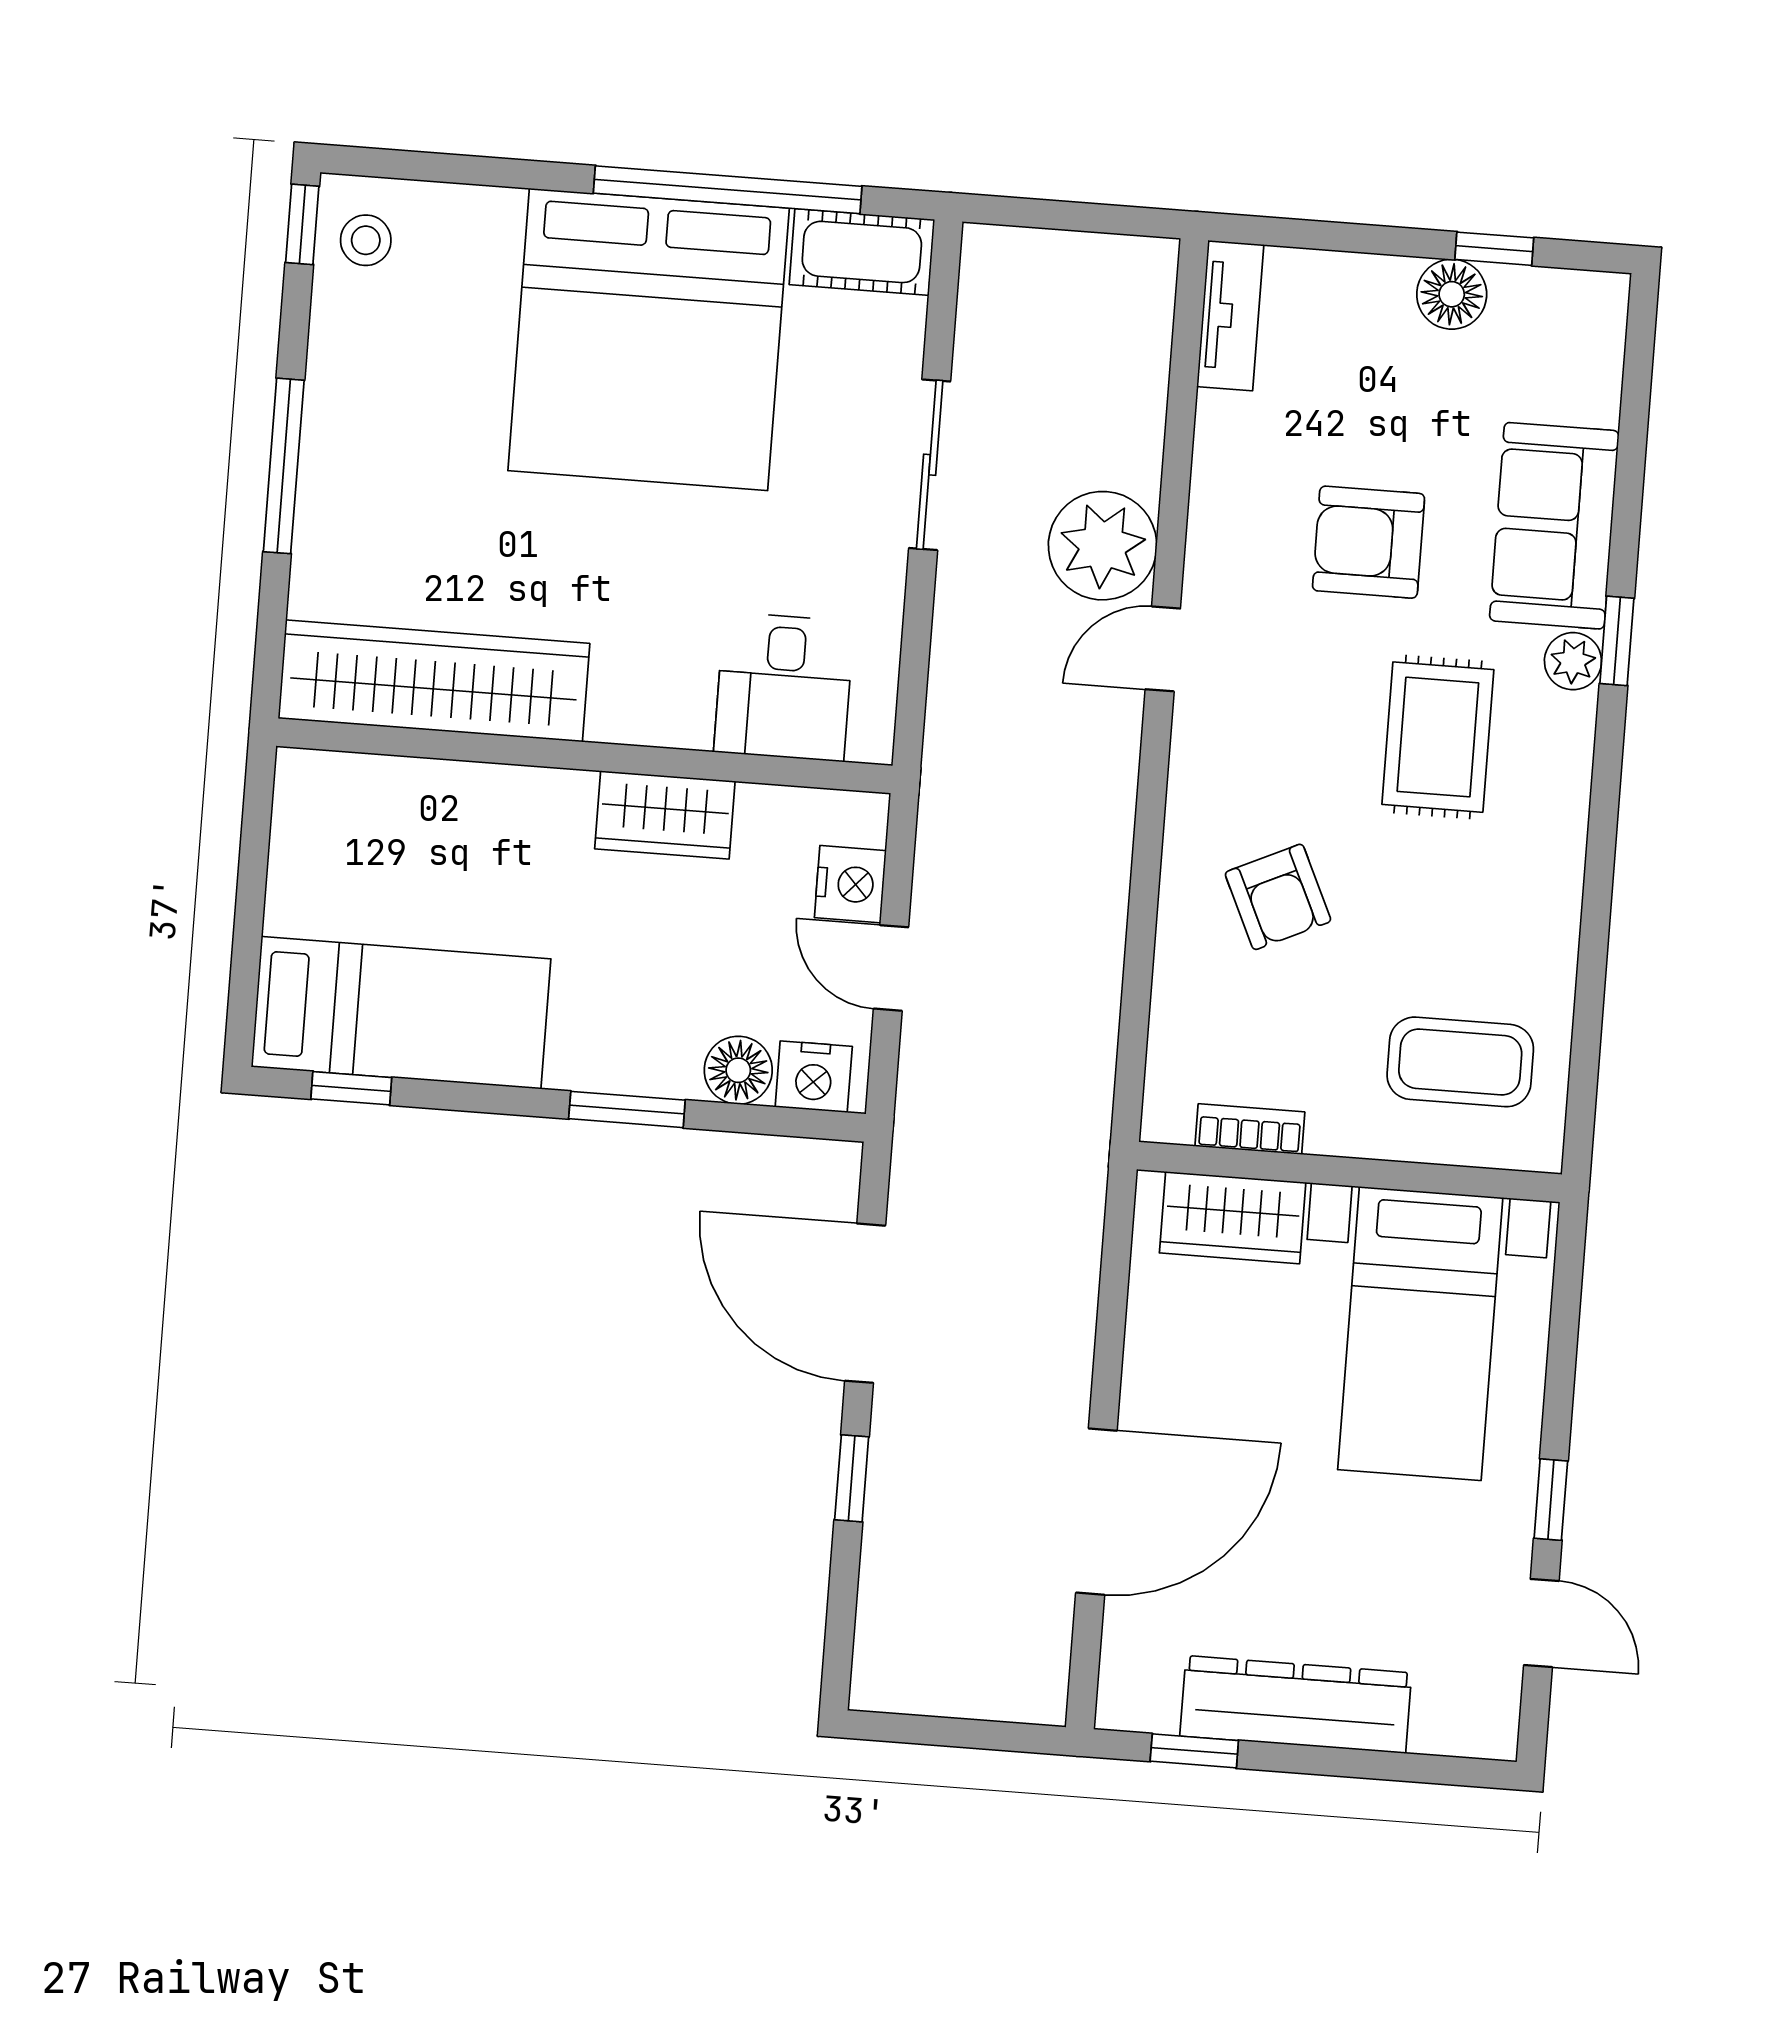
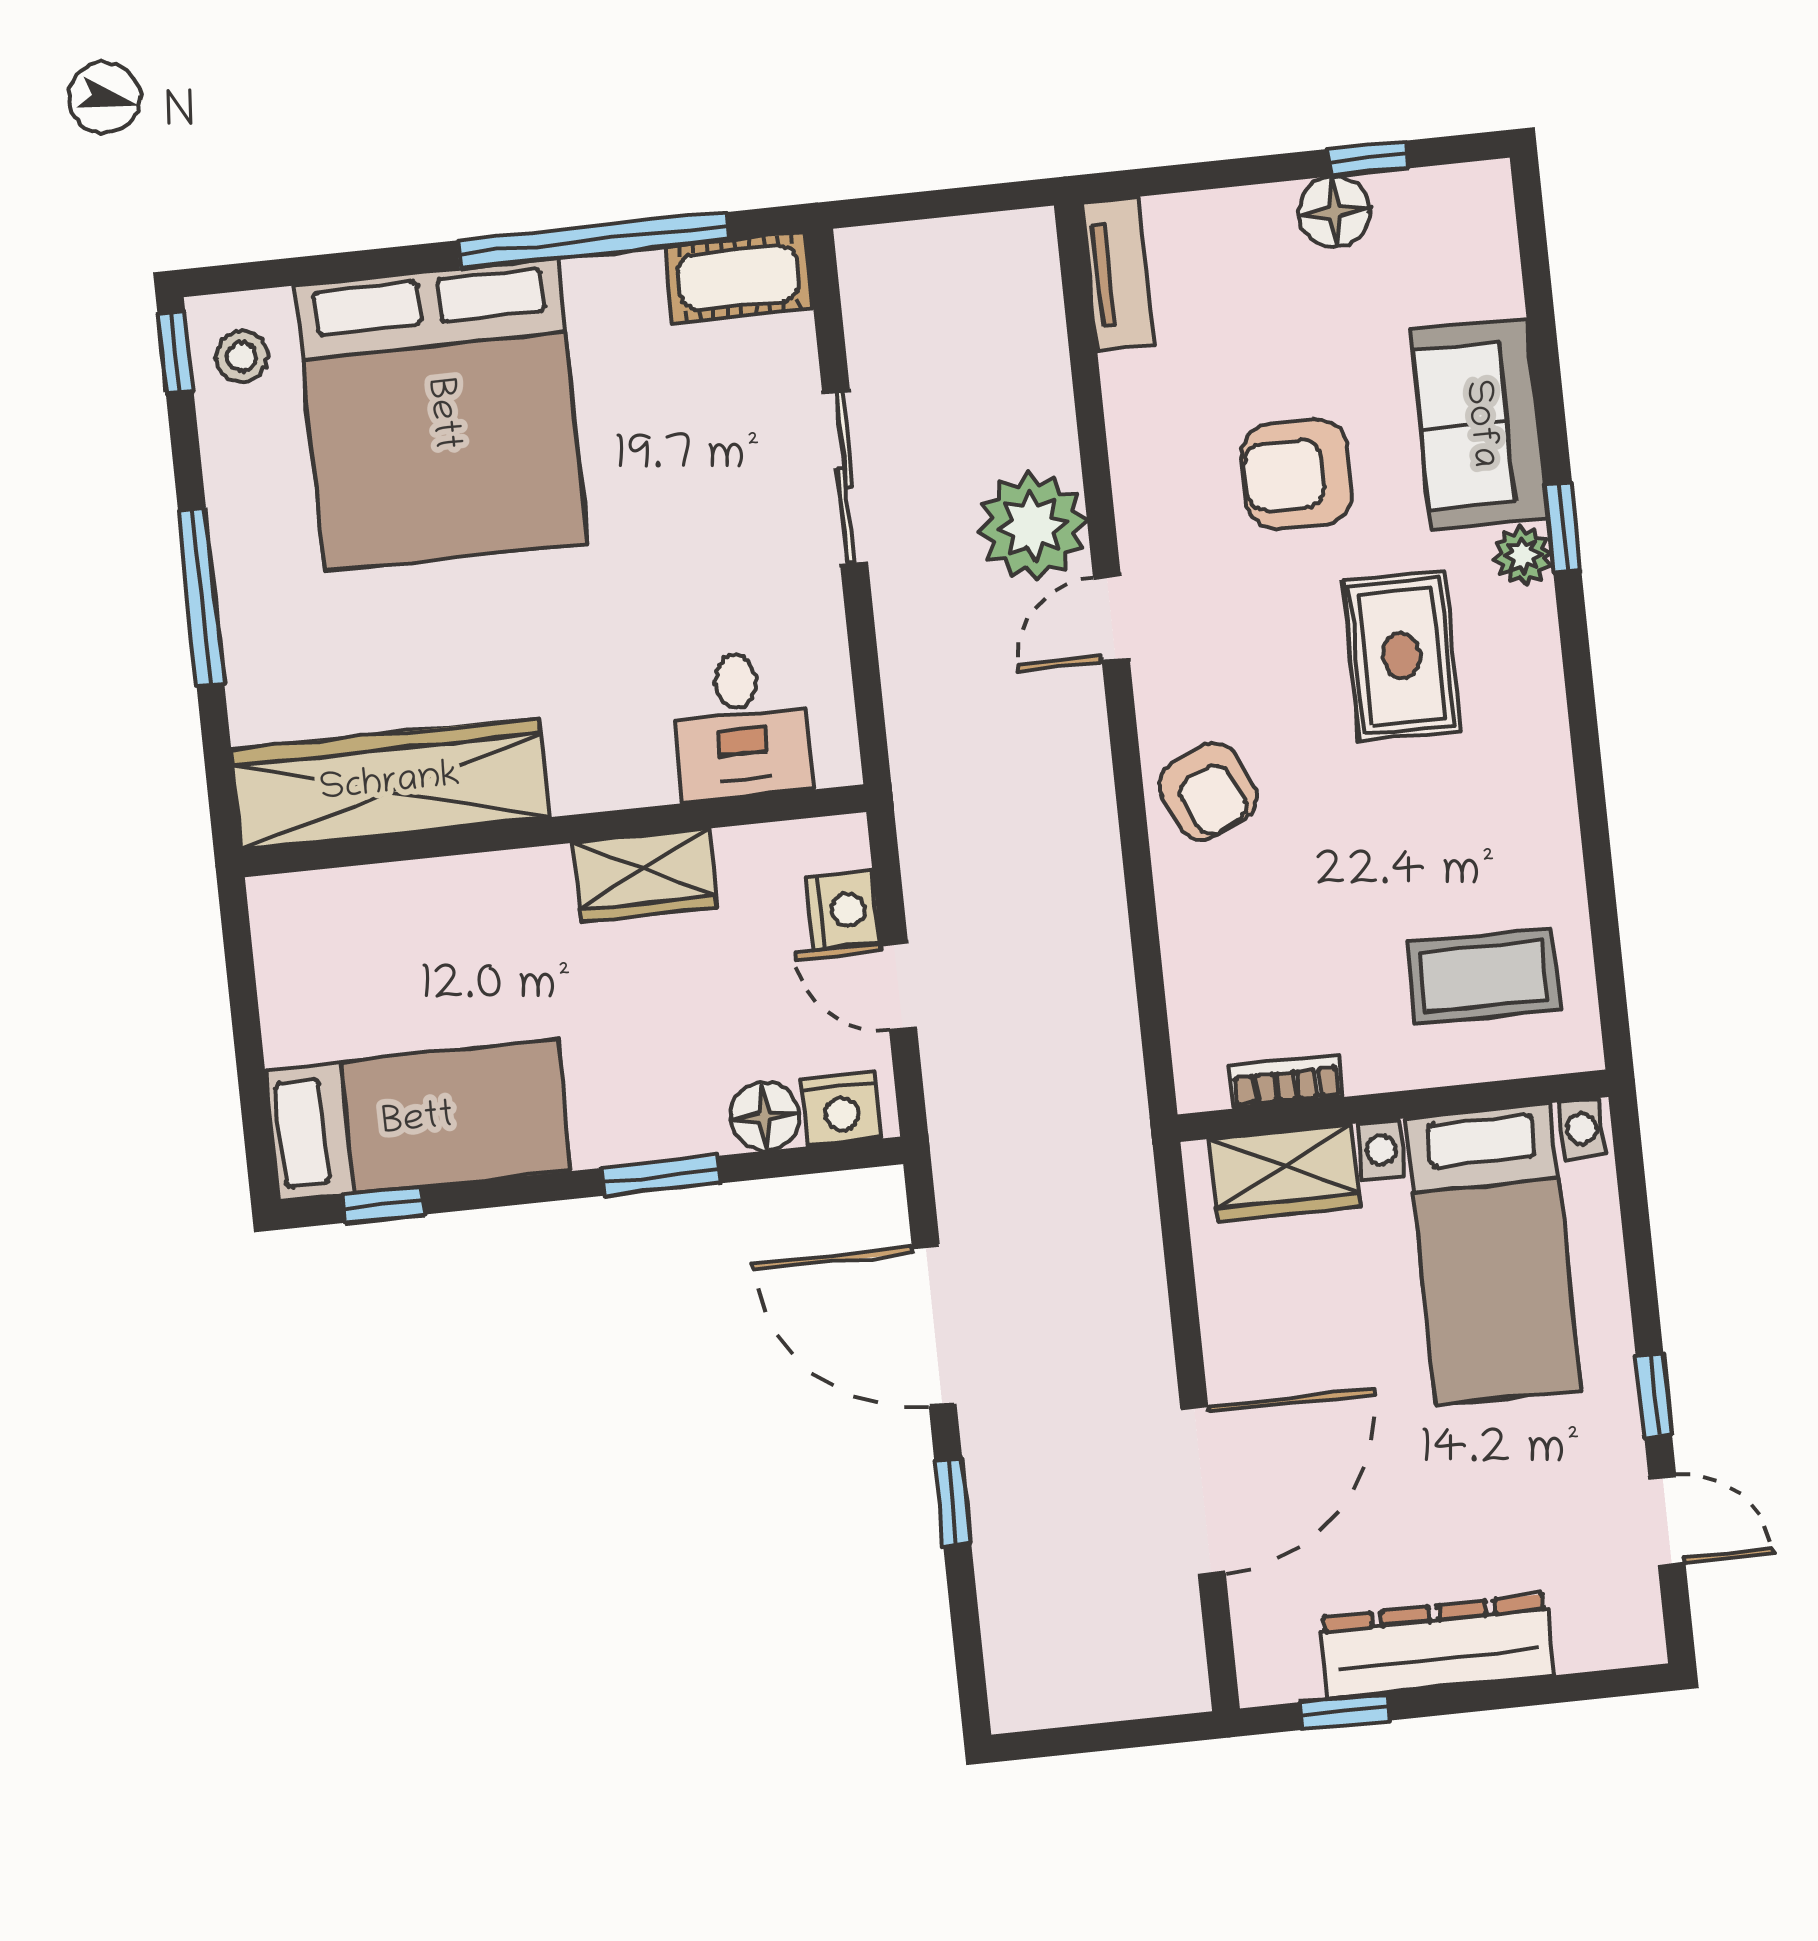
bed: (649, 339) -> (441, 414), moved
armchair: (1278, 897) -> (1208, 791), moved

